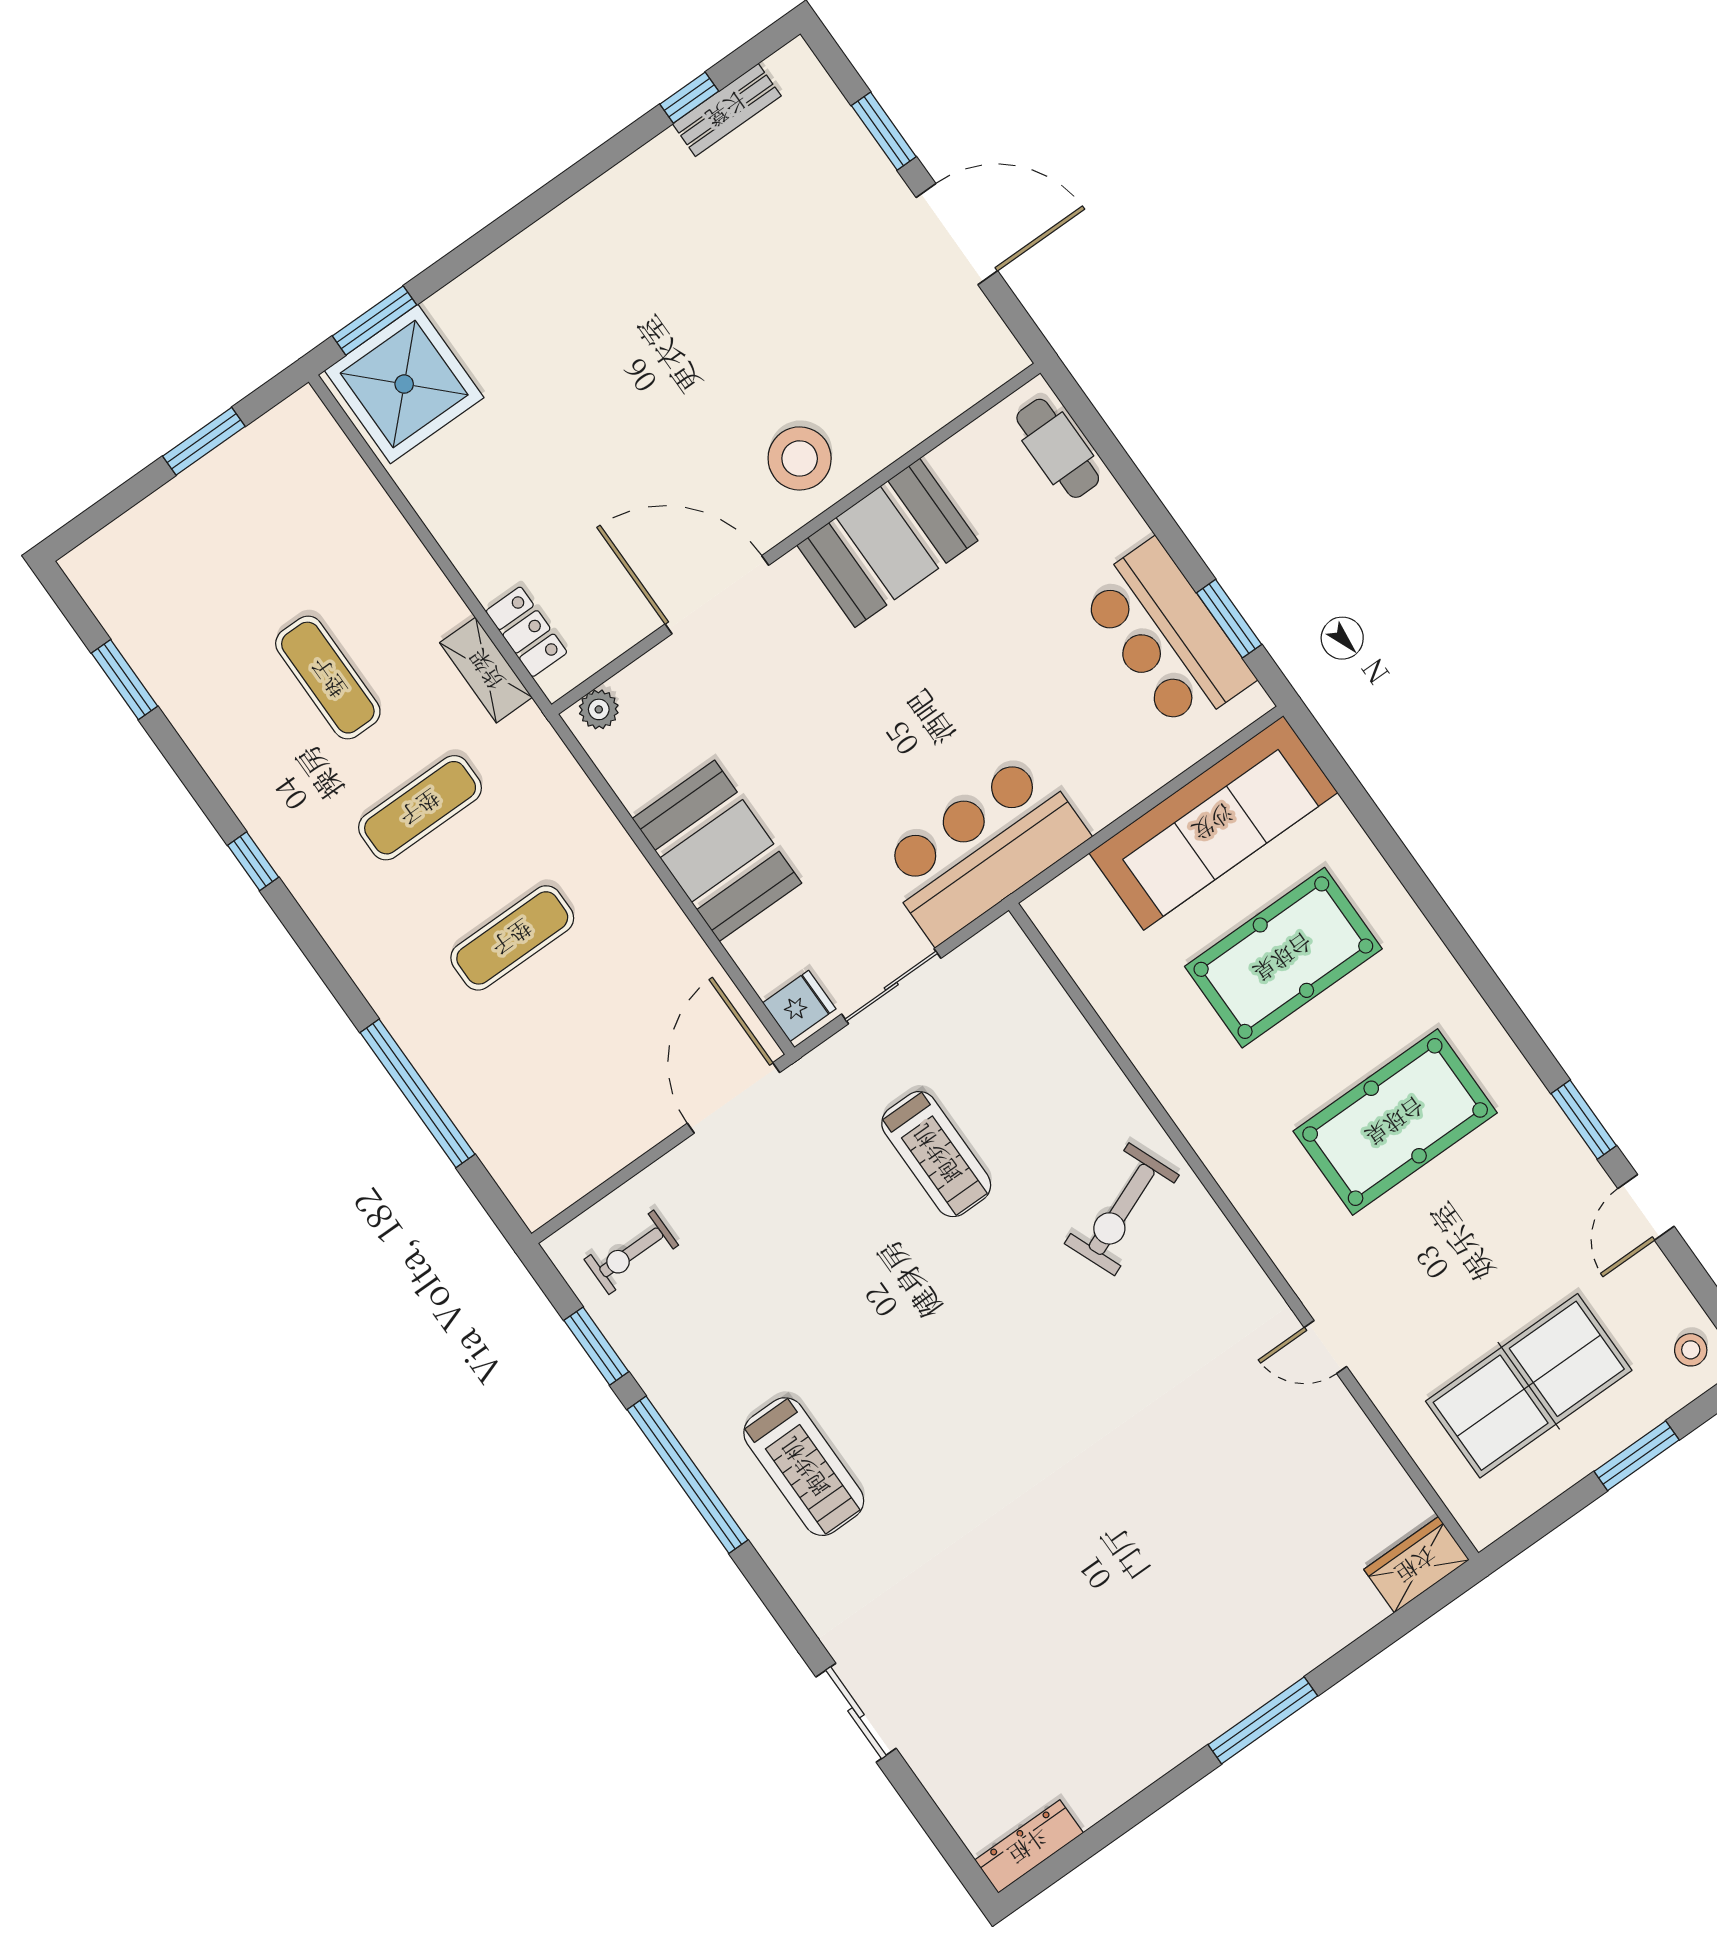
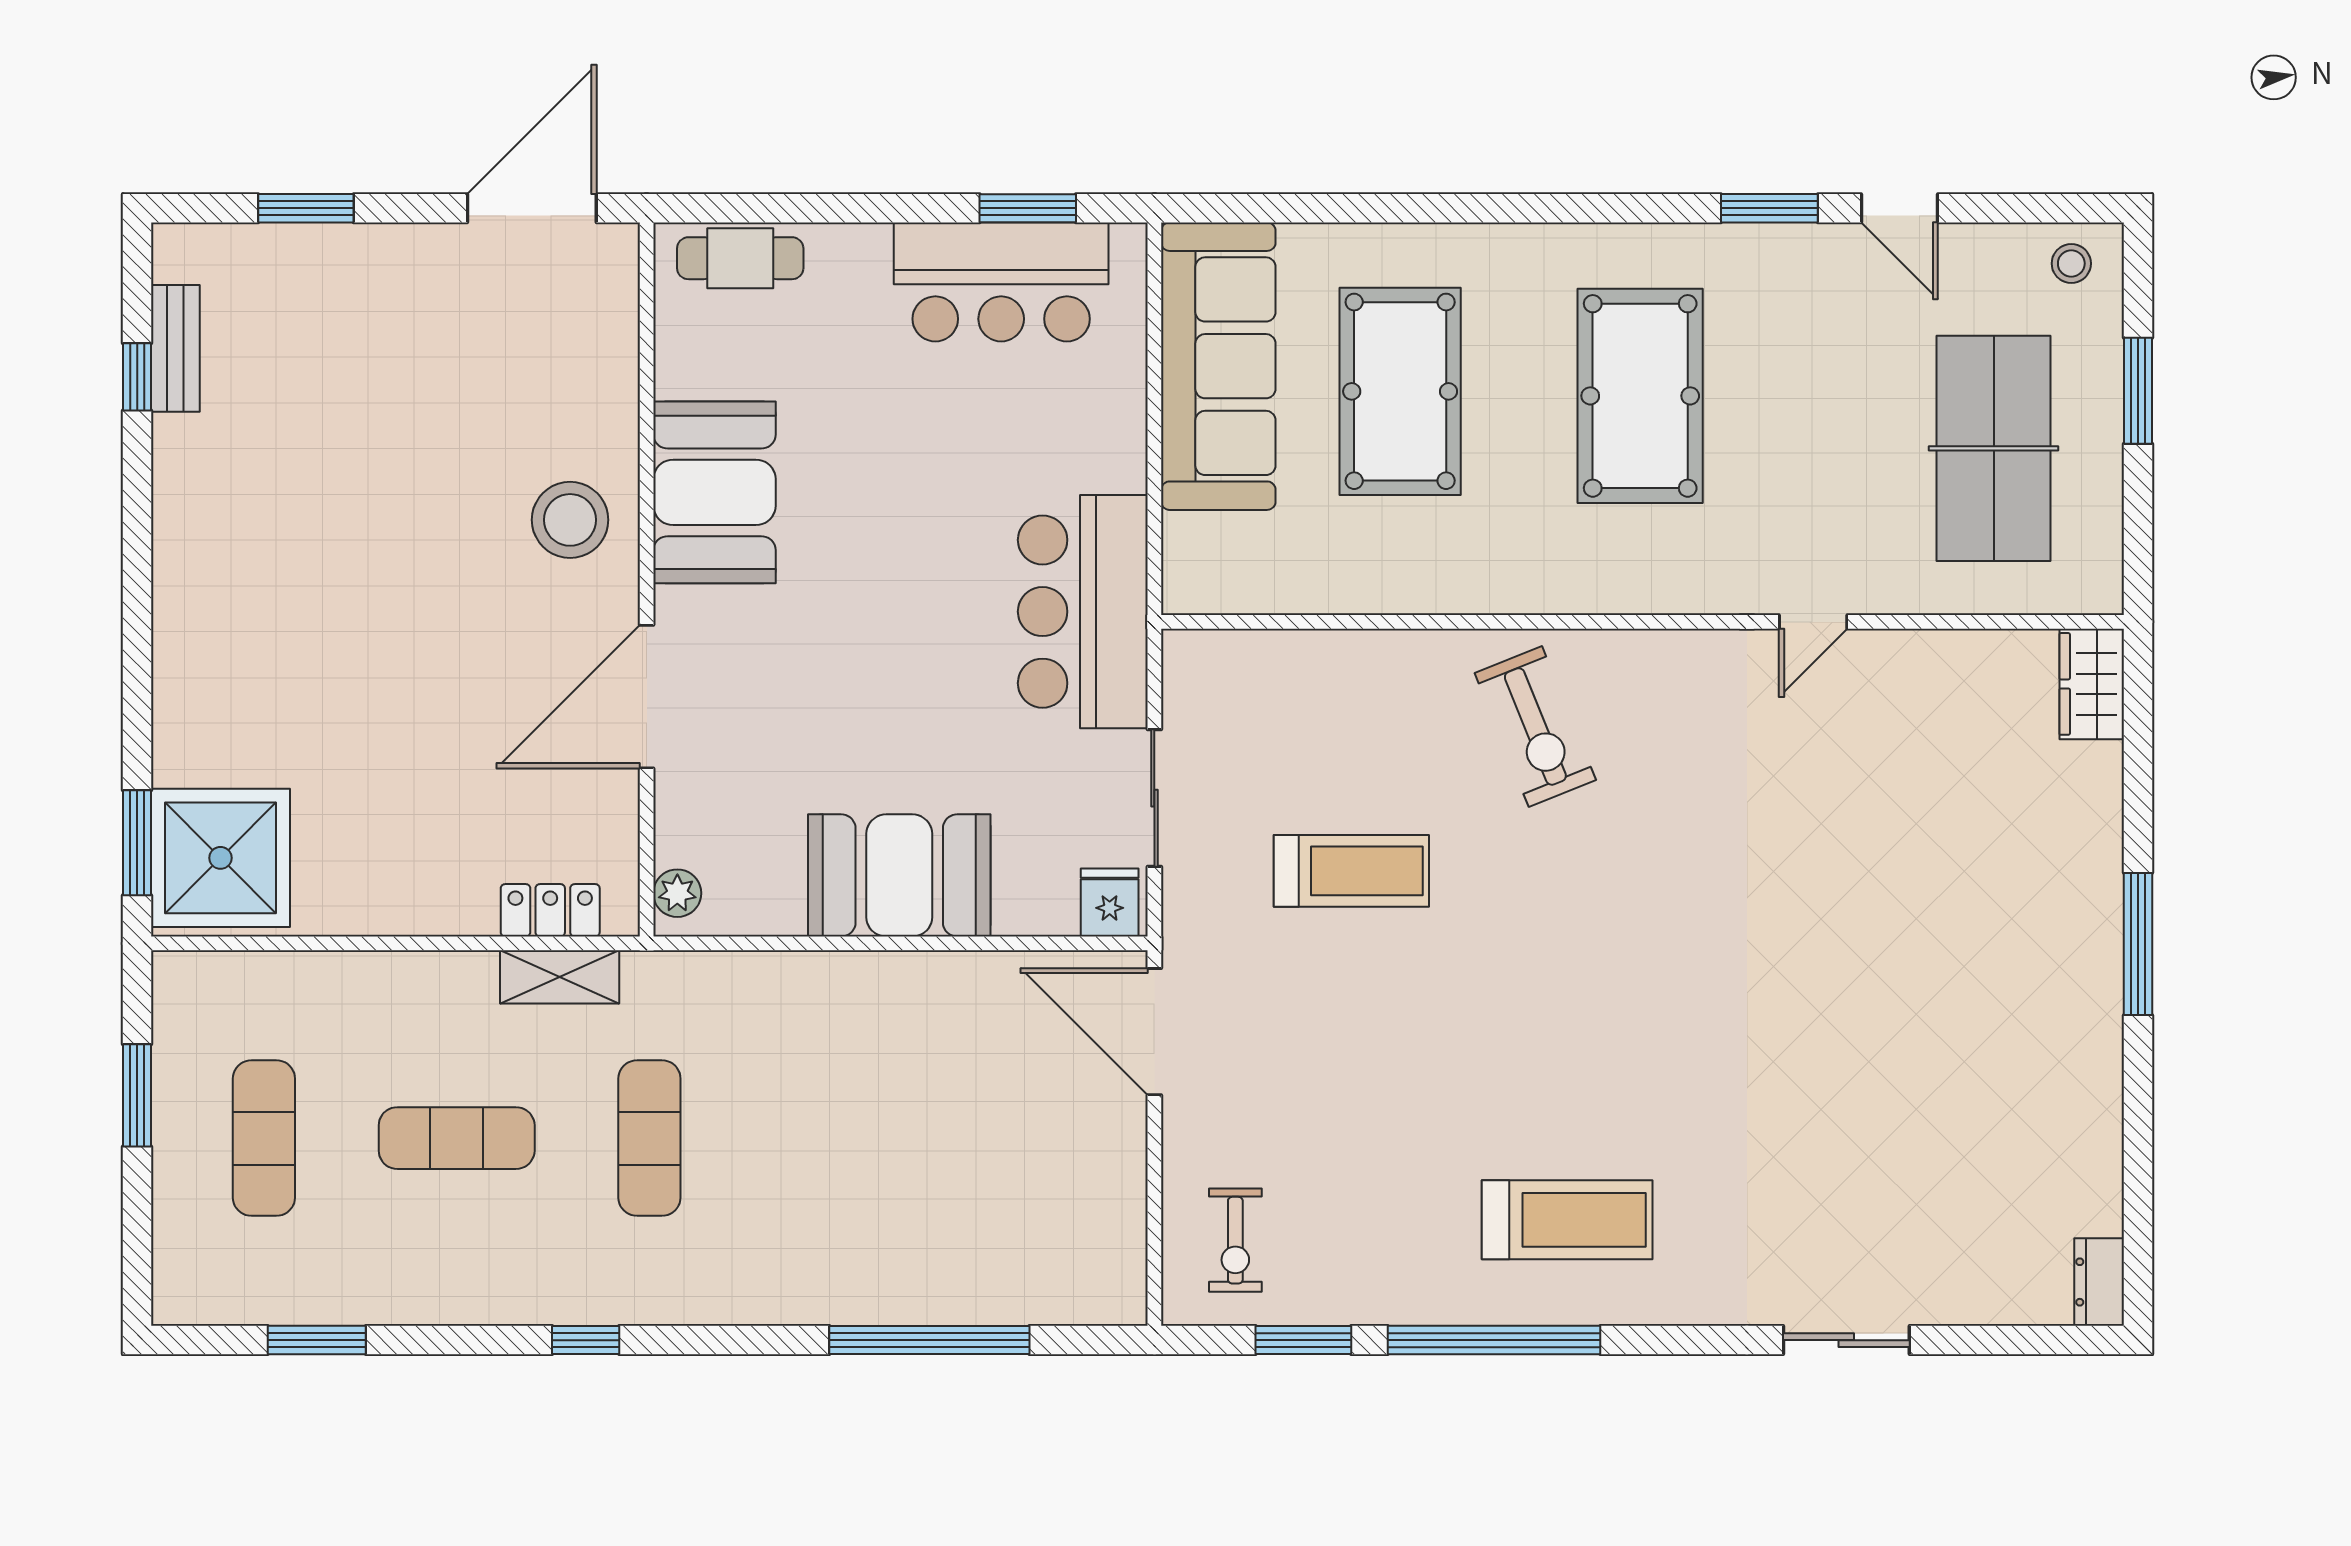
door: (957, 234) -> (532, 208), moved
exercise mat: (512, 938) -> (264, 1138), moved
dresser: (1029, 1846) -> (2099, 1282), width x0.70

